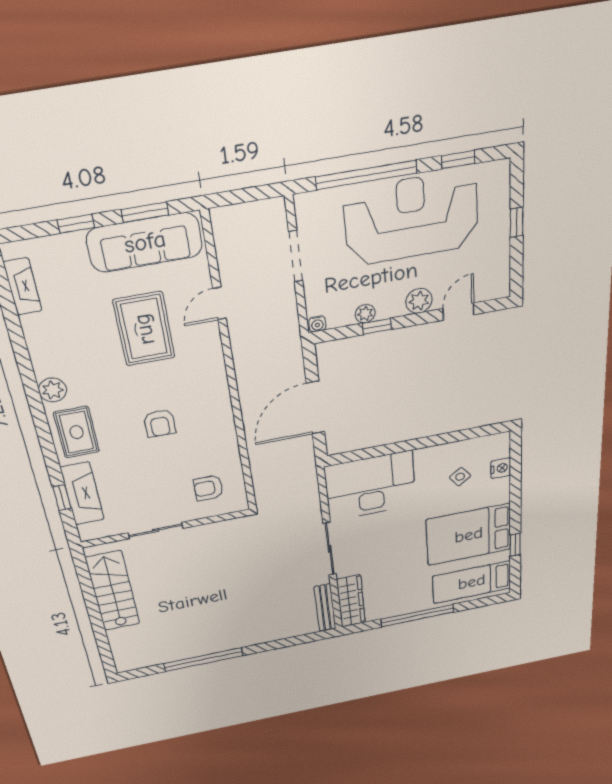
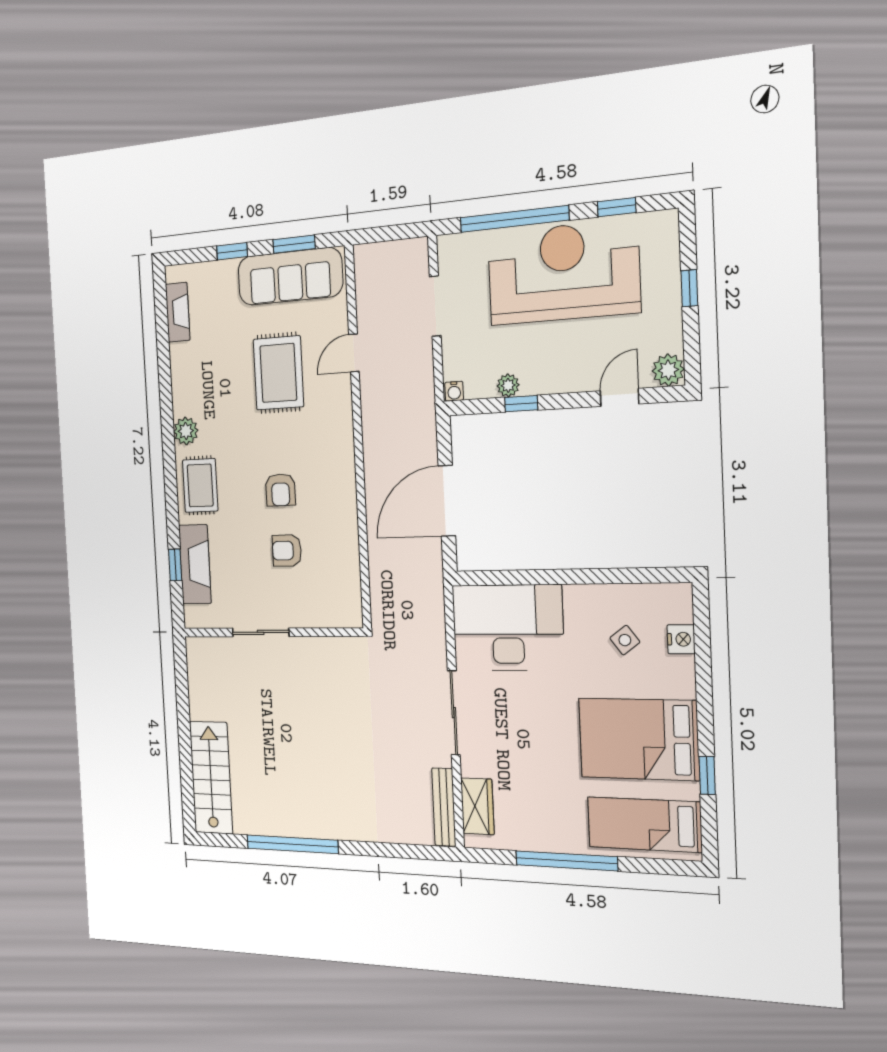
plant: (419, 301) -> (668, 370), moved
armchair: (208, 488) -> (287, 551), moved
stairs: (113, 591) -> (211, 778), moved
wardrobe: (351, 601) -> (477, 806), width x0.67

